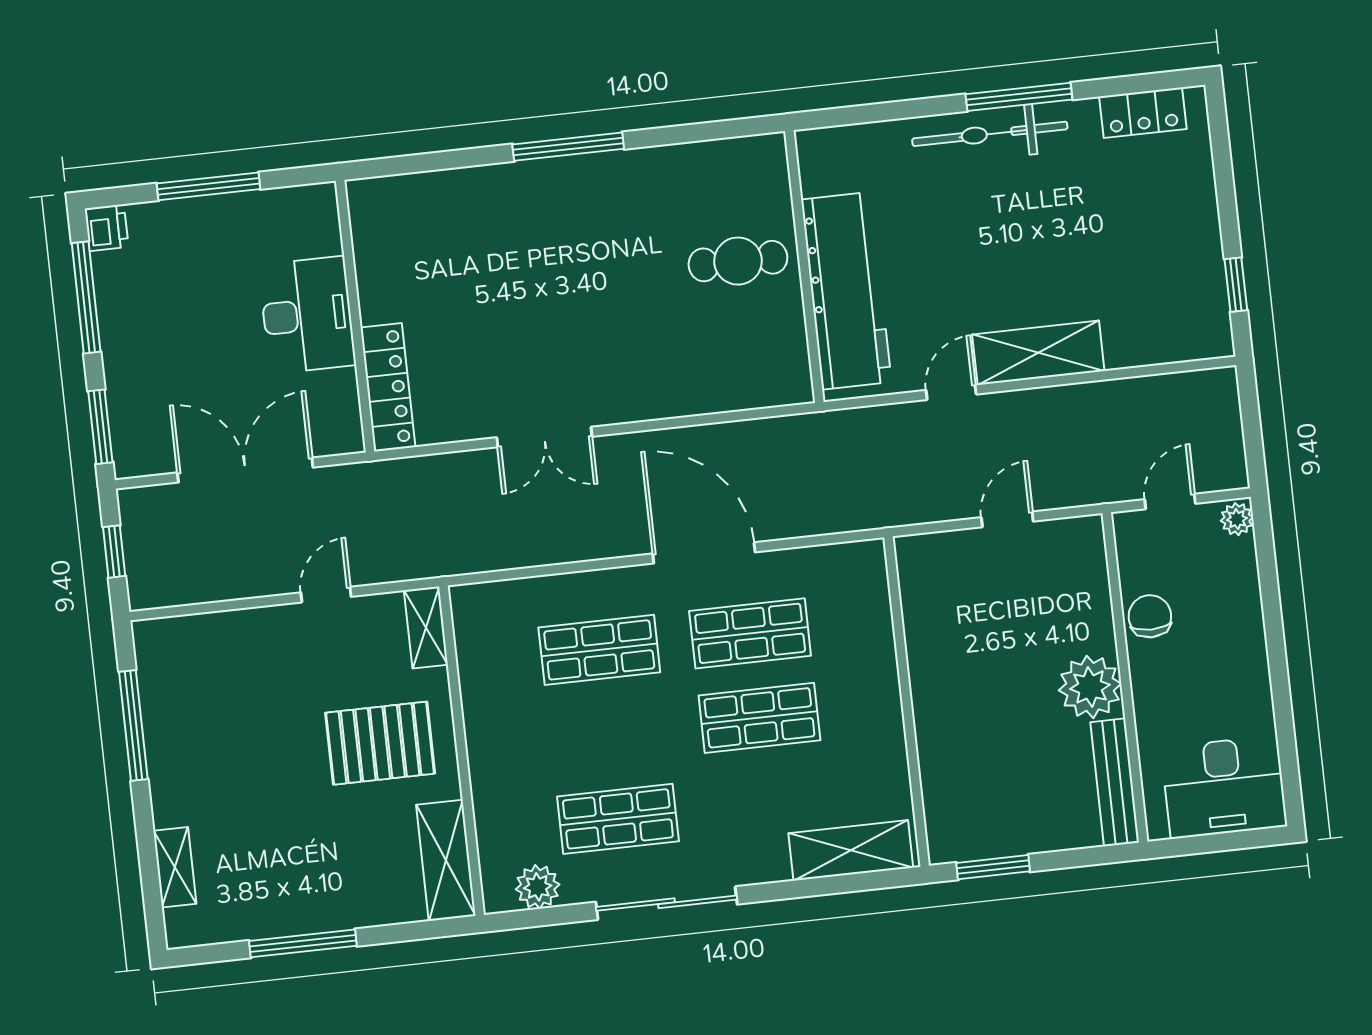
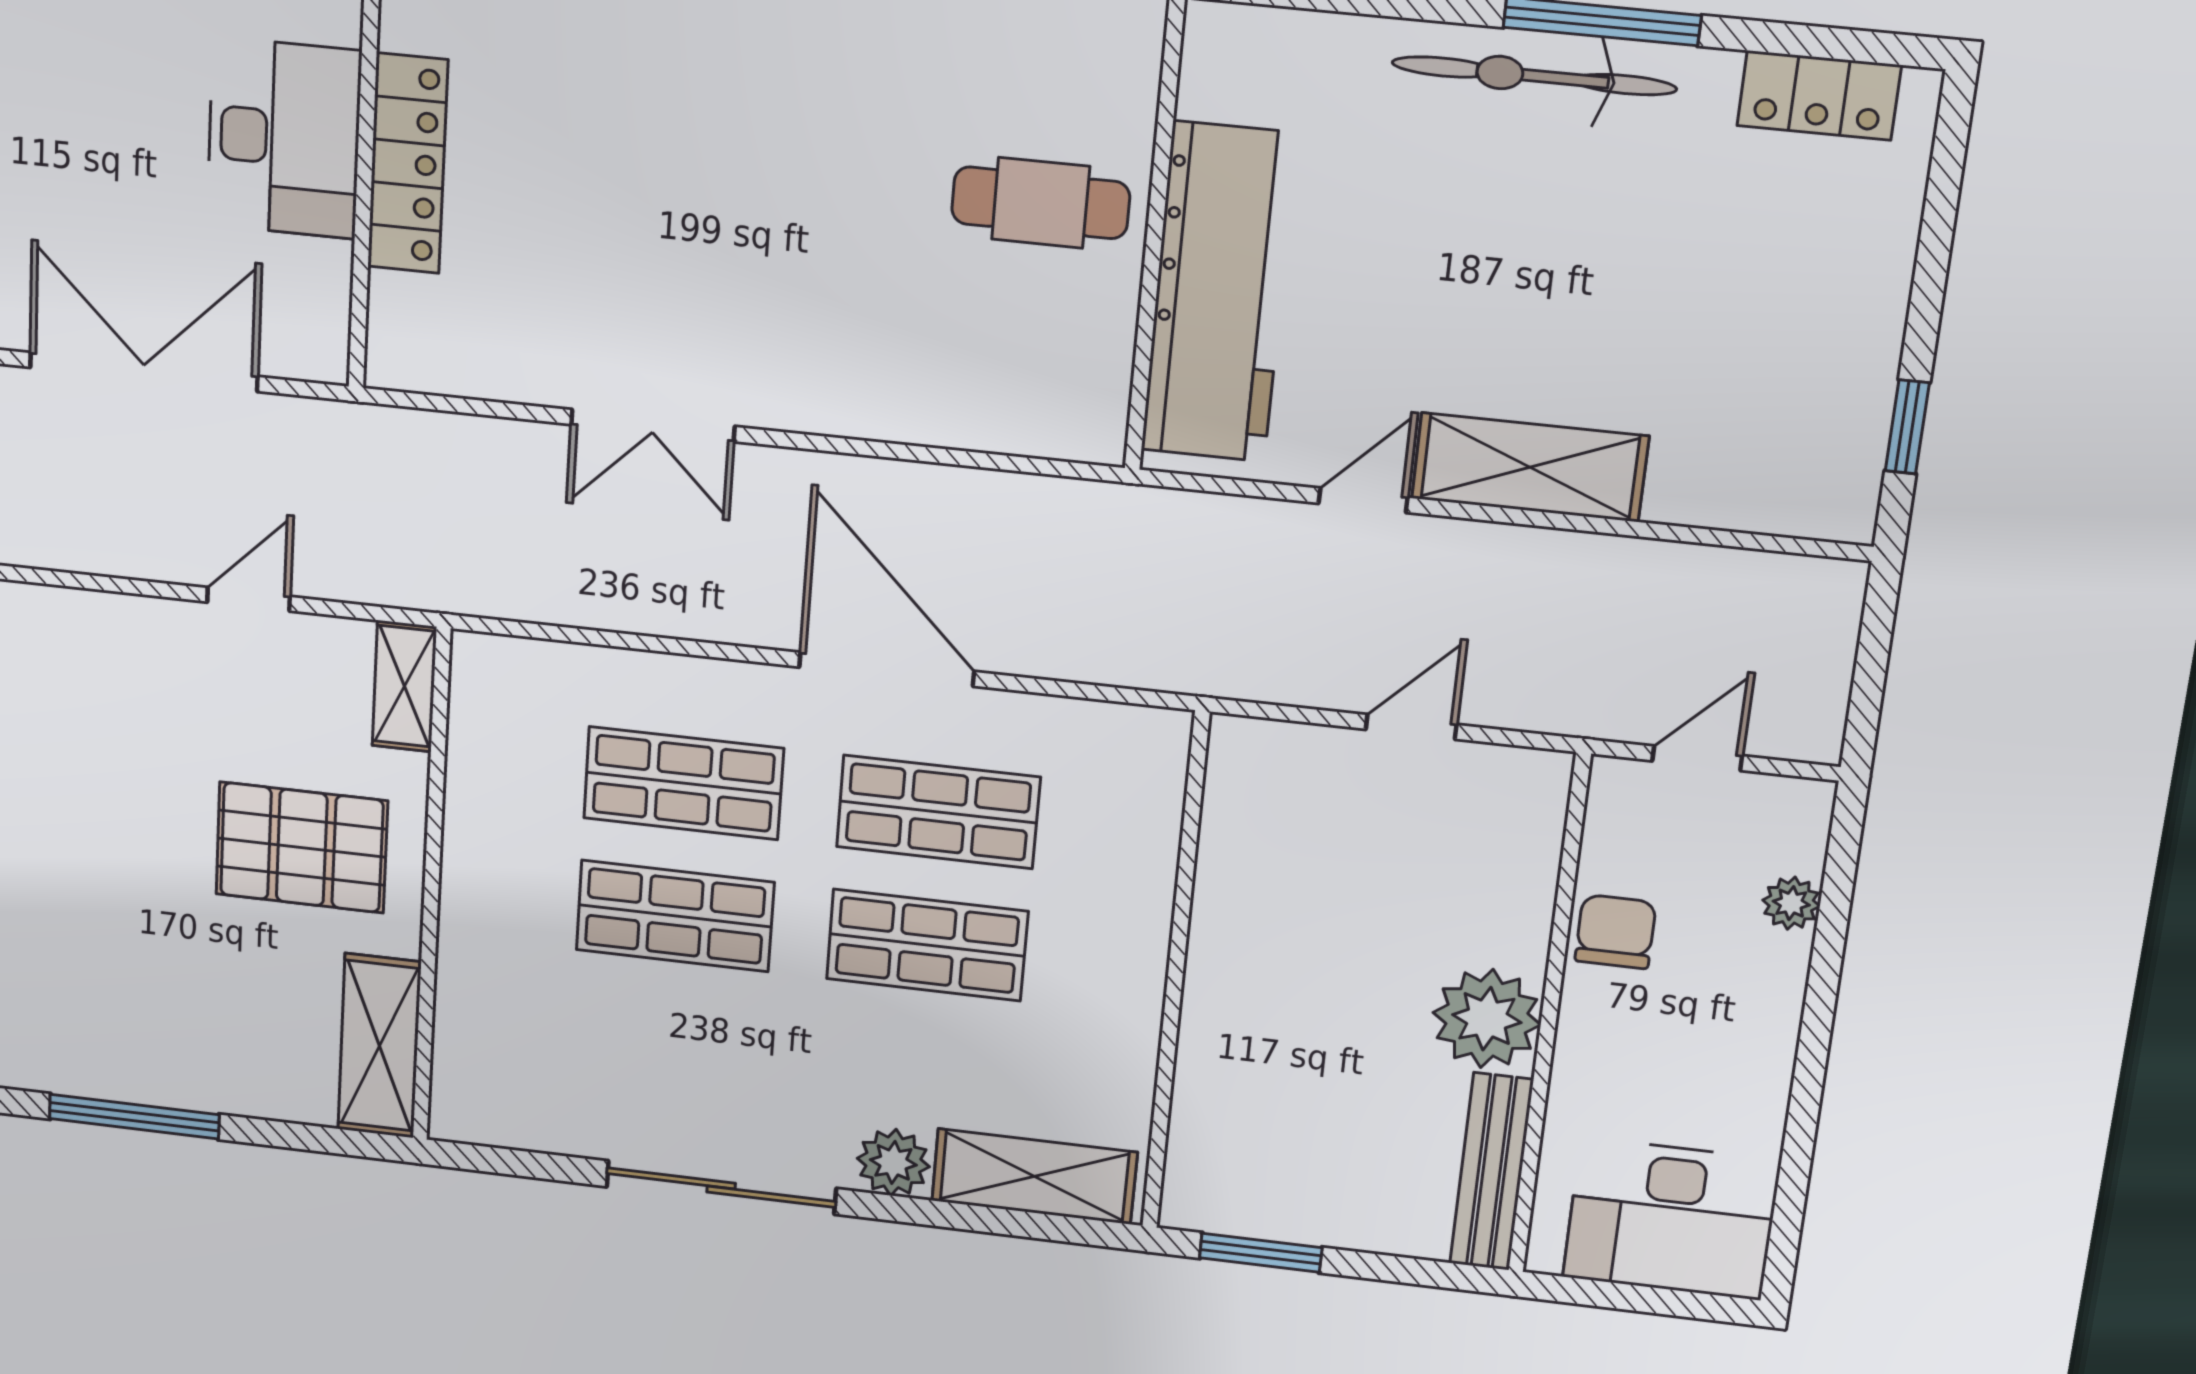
locker: (388, 387) -> (408, 164), moved
plant: (1237, 519) -> (1791, 903), moved
shop shelf: (618, 819) -> (675, 916), moved
plant: (538, 887) -> (893, 1162), moved

